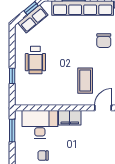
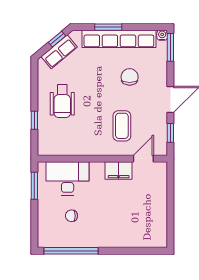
chair: (104, 41) -> (130, 77), moved, turned 180
filing cabinet: (70, 118) -> (119, 170), moved

